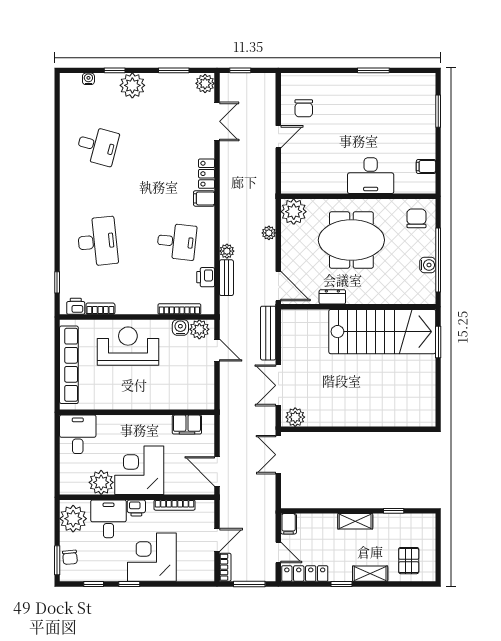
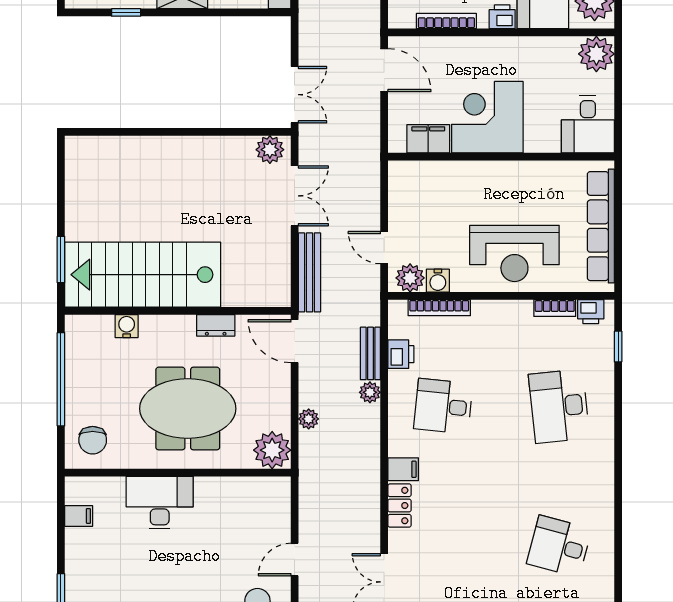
water cooler: (428, 265) -> (127, 326), moved, turned 90
corner desk: (139, 470) -> (487, 117), moved, turned 180
plant: (101, 482) -> (596, 54), moved

